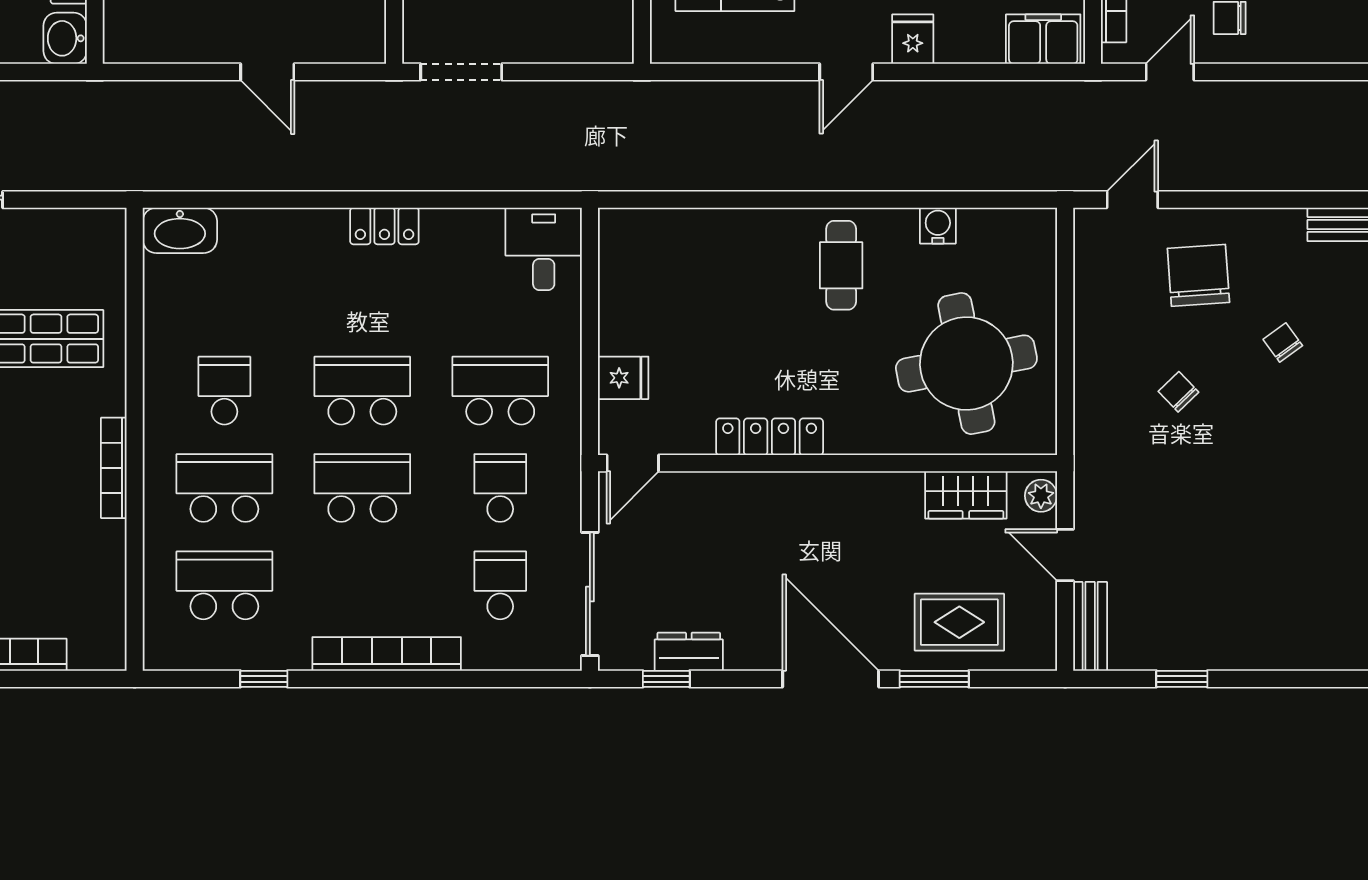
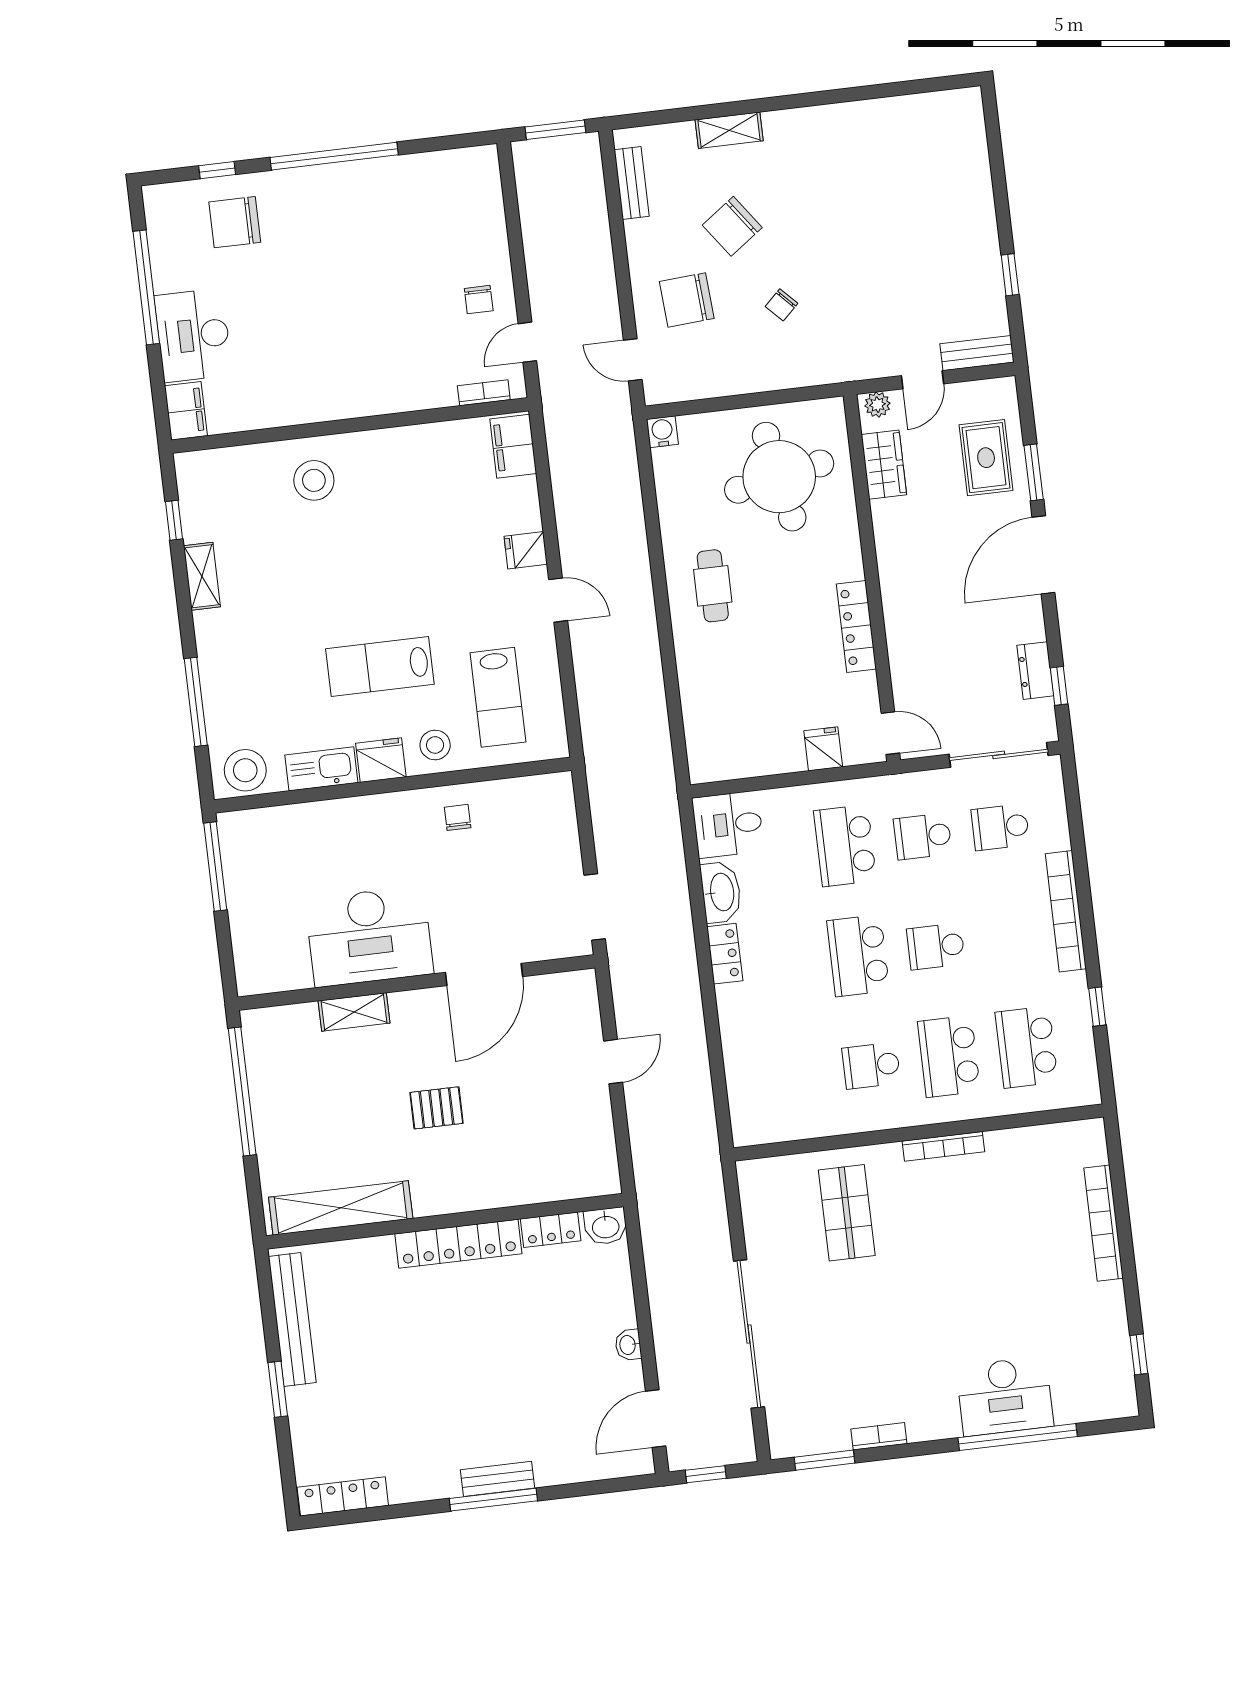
door: (1170, 72) -> (527, 342), hinge flipped
water cooler: (938, 226) -> (662, 432), moved, turned 90
washbasin: (180, 230) -> (721, 892), moved
cafe table: (841, 265) -> (713, 586), turned 90
chair: (1283, 342) -> (732, 226), width x1.87, depth x1.87
school desk: (362, 488) -> (936, 946), width x0.54

